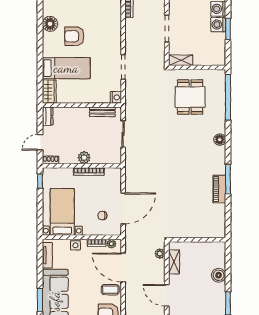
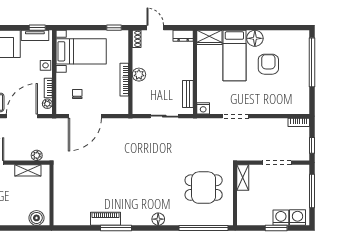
floor lamp: (50, 24) -> (255, 38), moved
door: (123, 208) -> (85, 116), hinge flipped
window: (40, 253) -> (37, 28), added
boiler: (219, 275) -> (36, 218), moved

